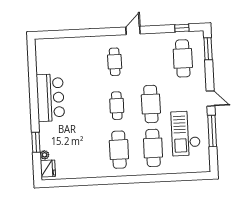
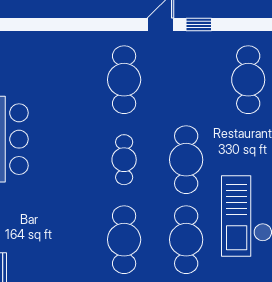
window: (182, 28) -> (199, 25), moved
cafe table: (115, 62) -> (124, 80), width x1.37, depth x1.35

